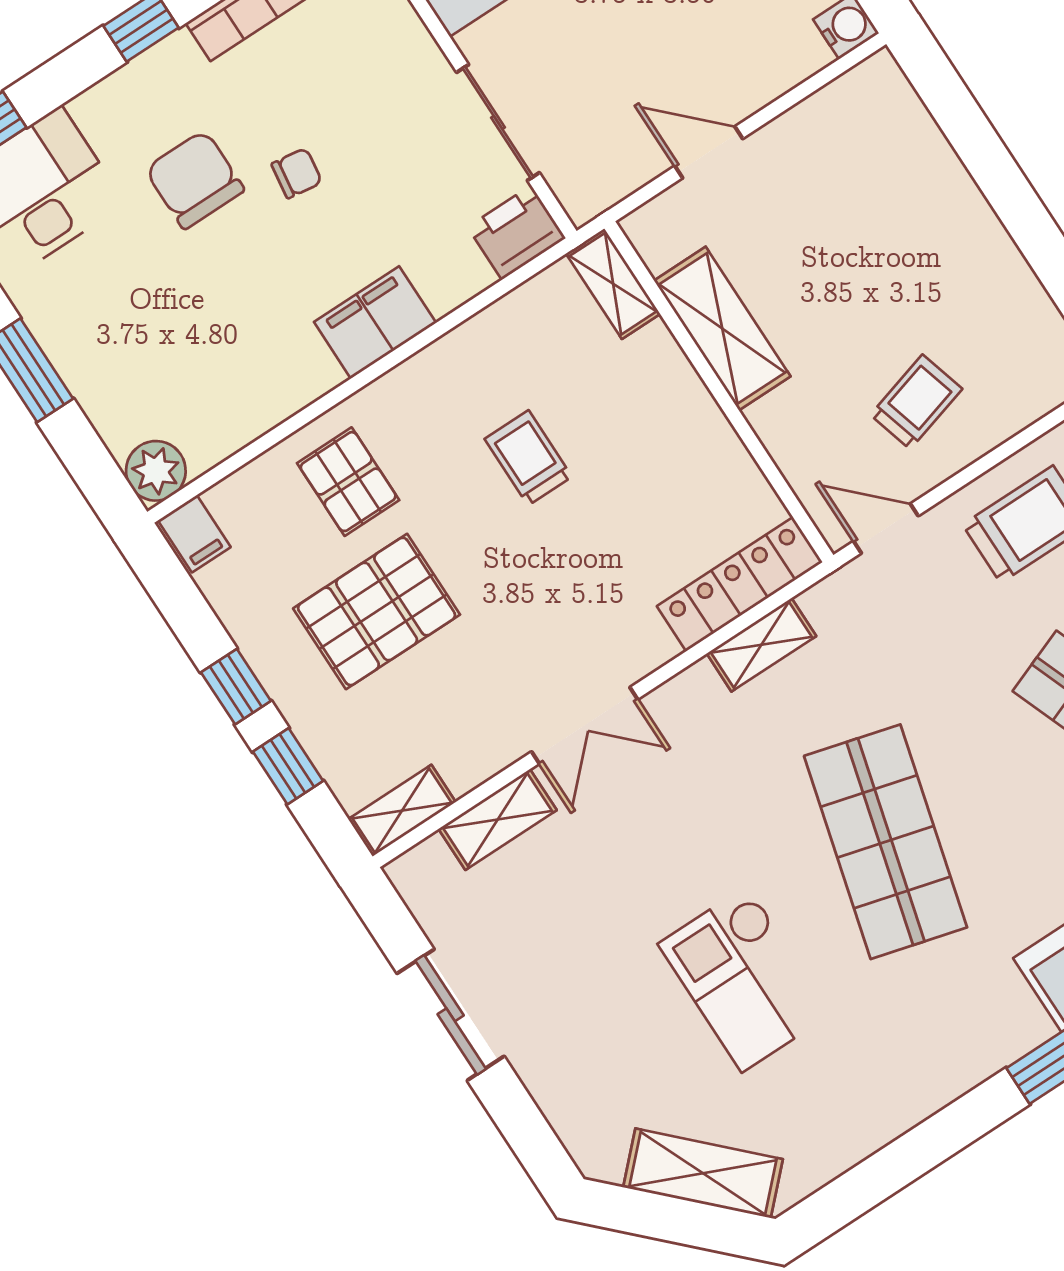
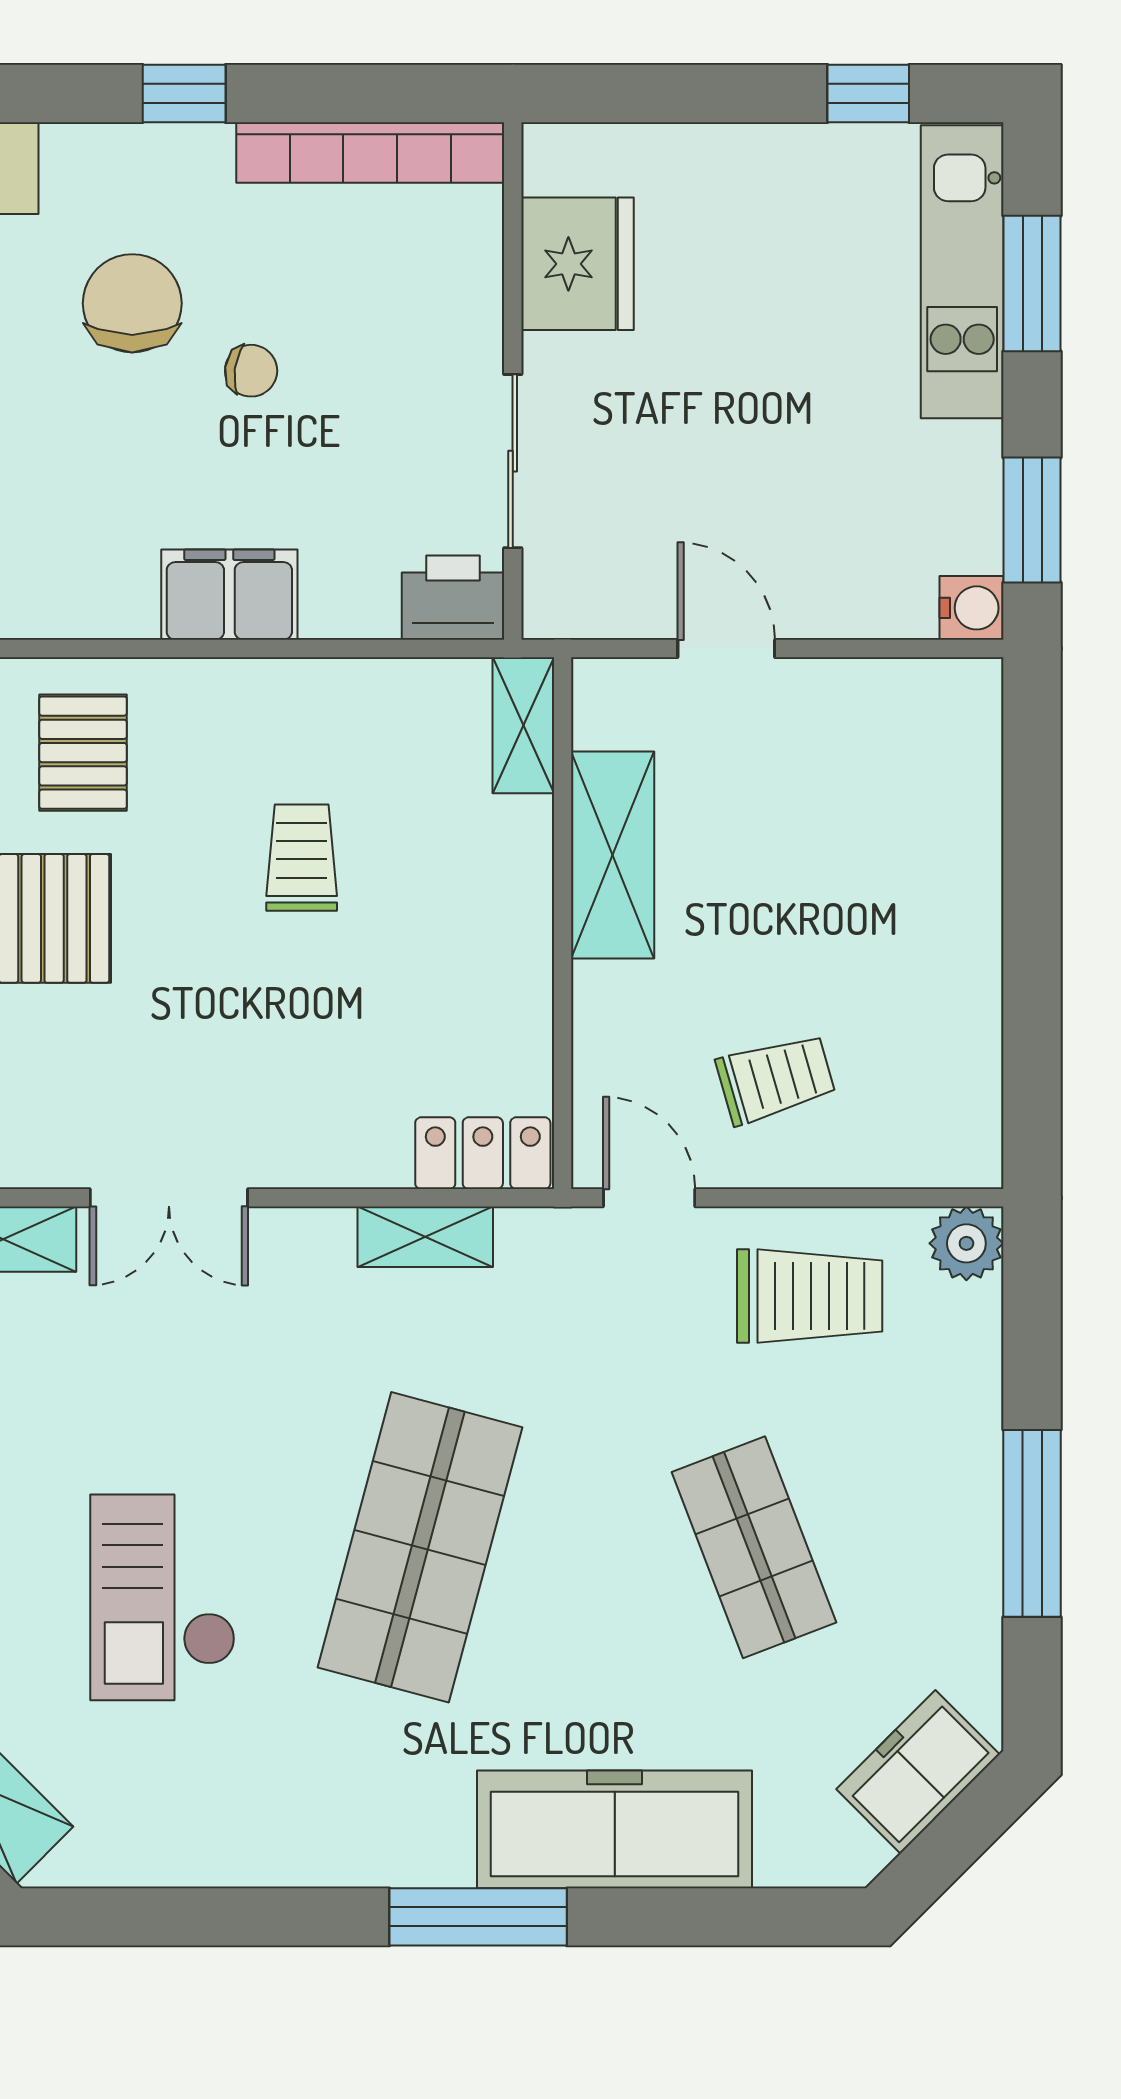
locker: (740, 584) -> (483, 1153), width x0.66

